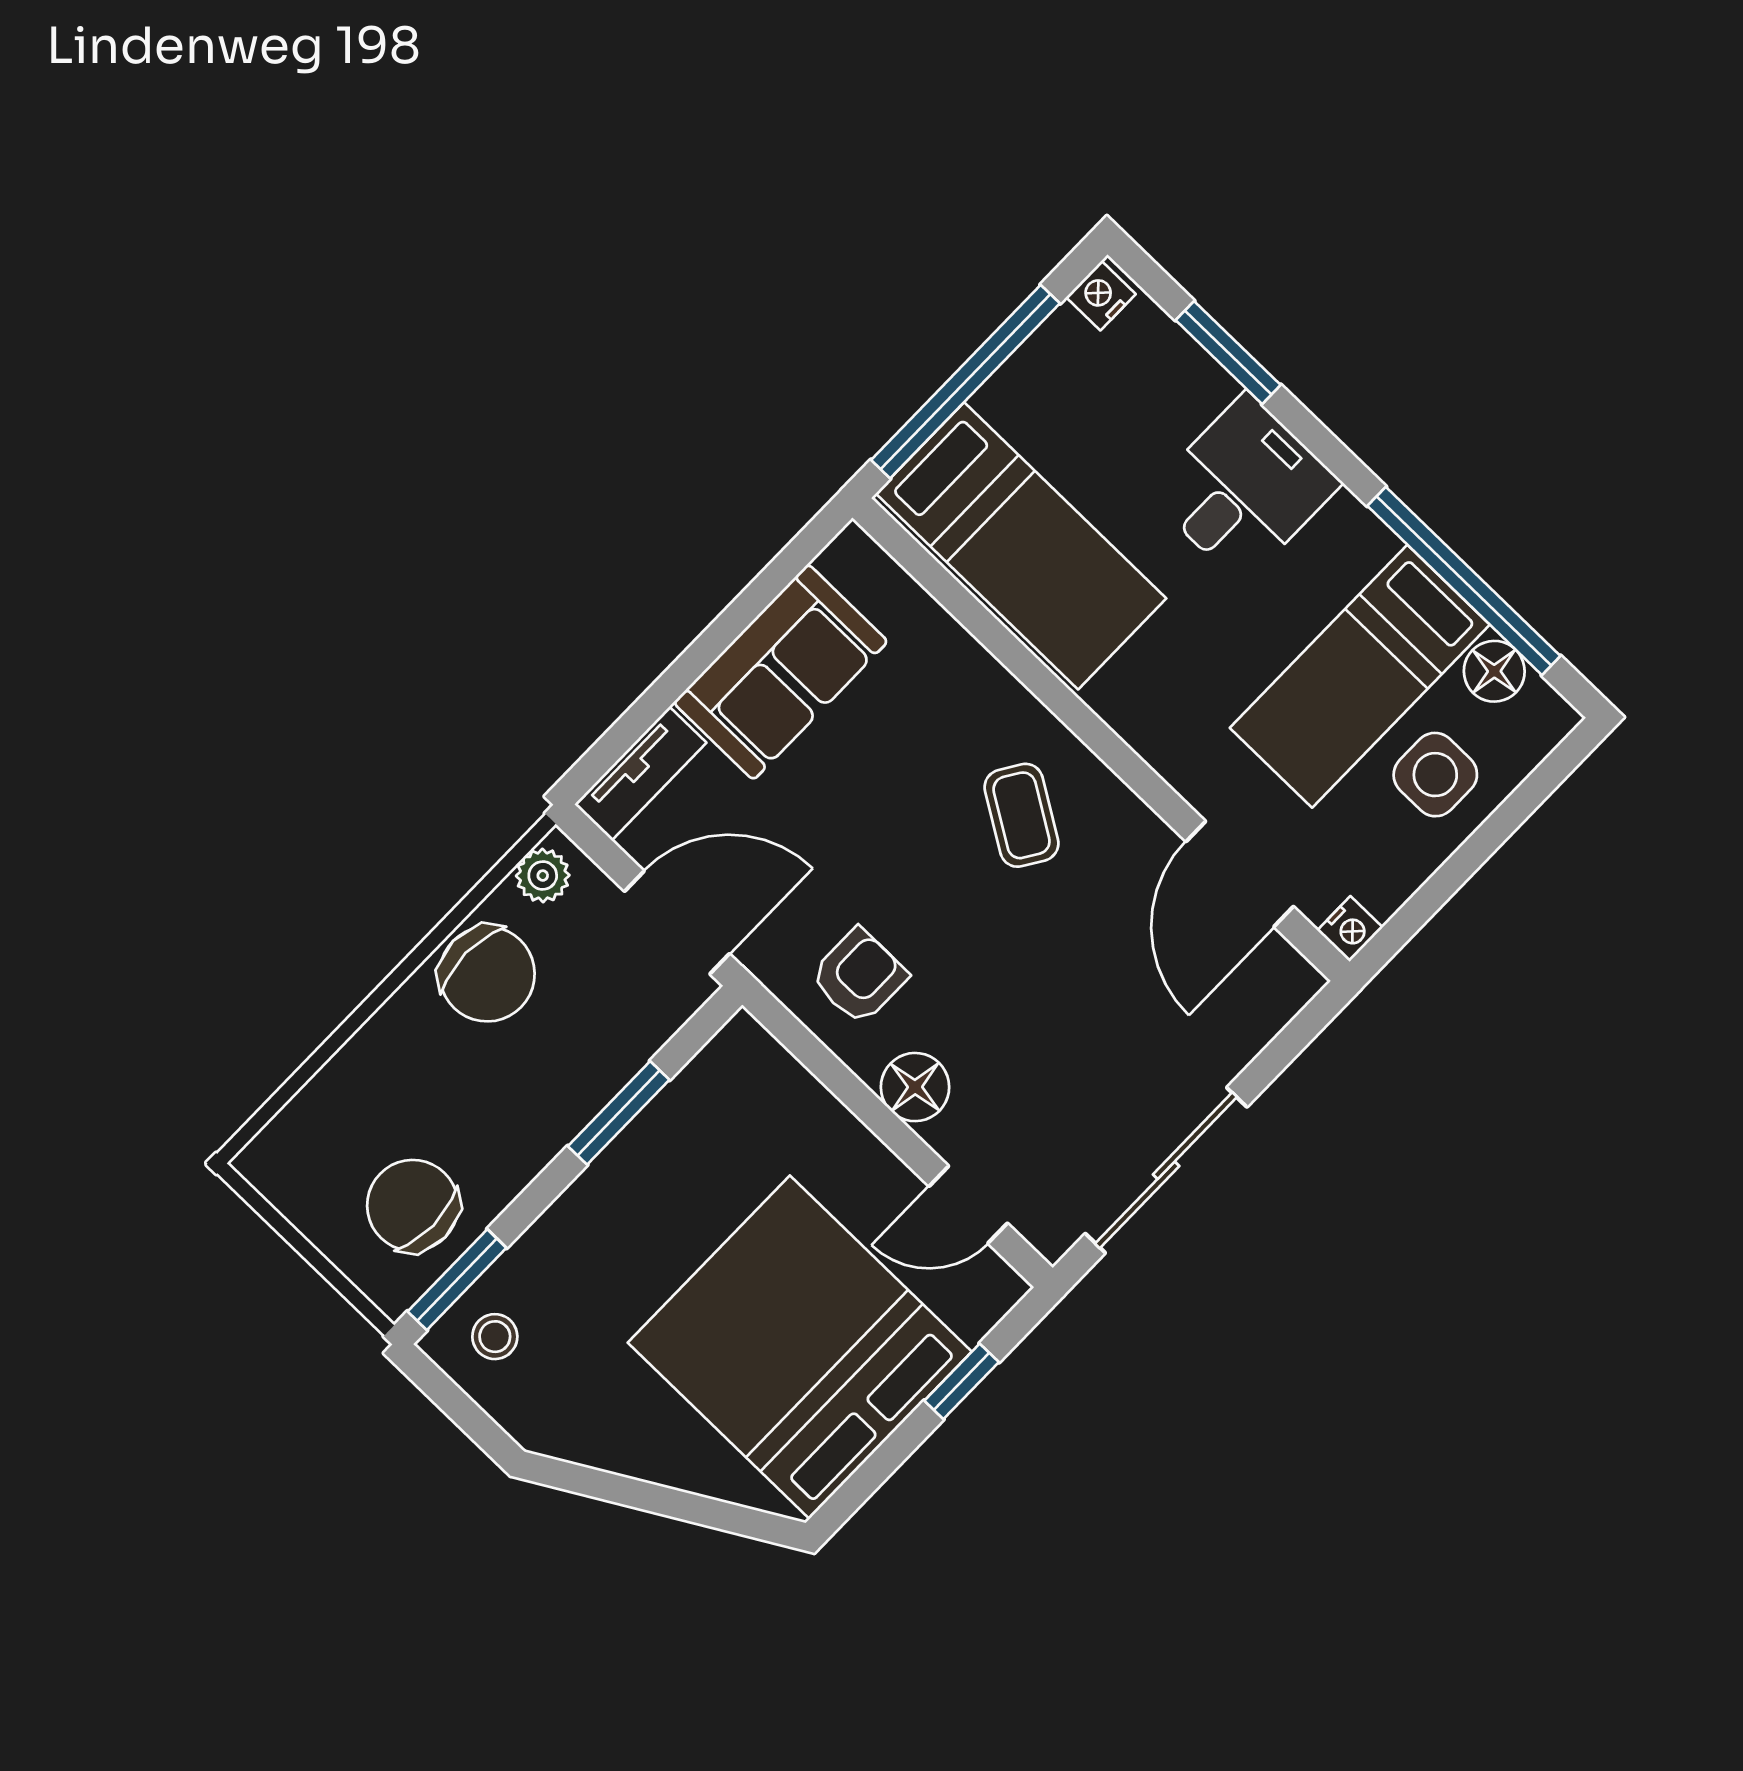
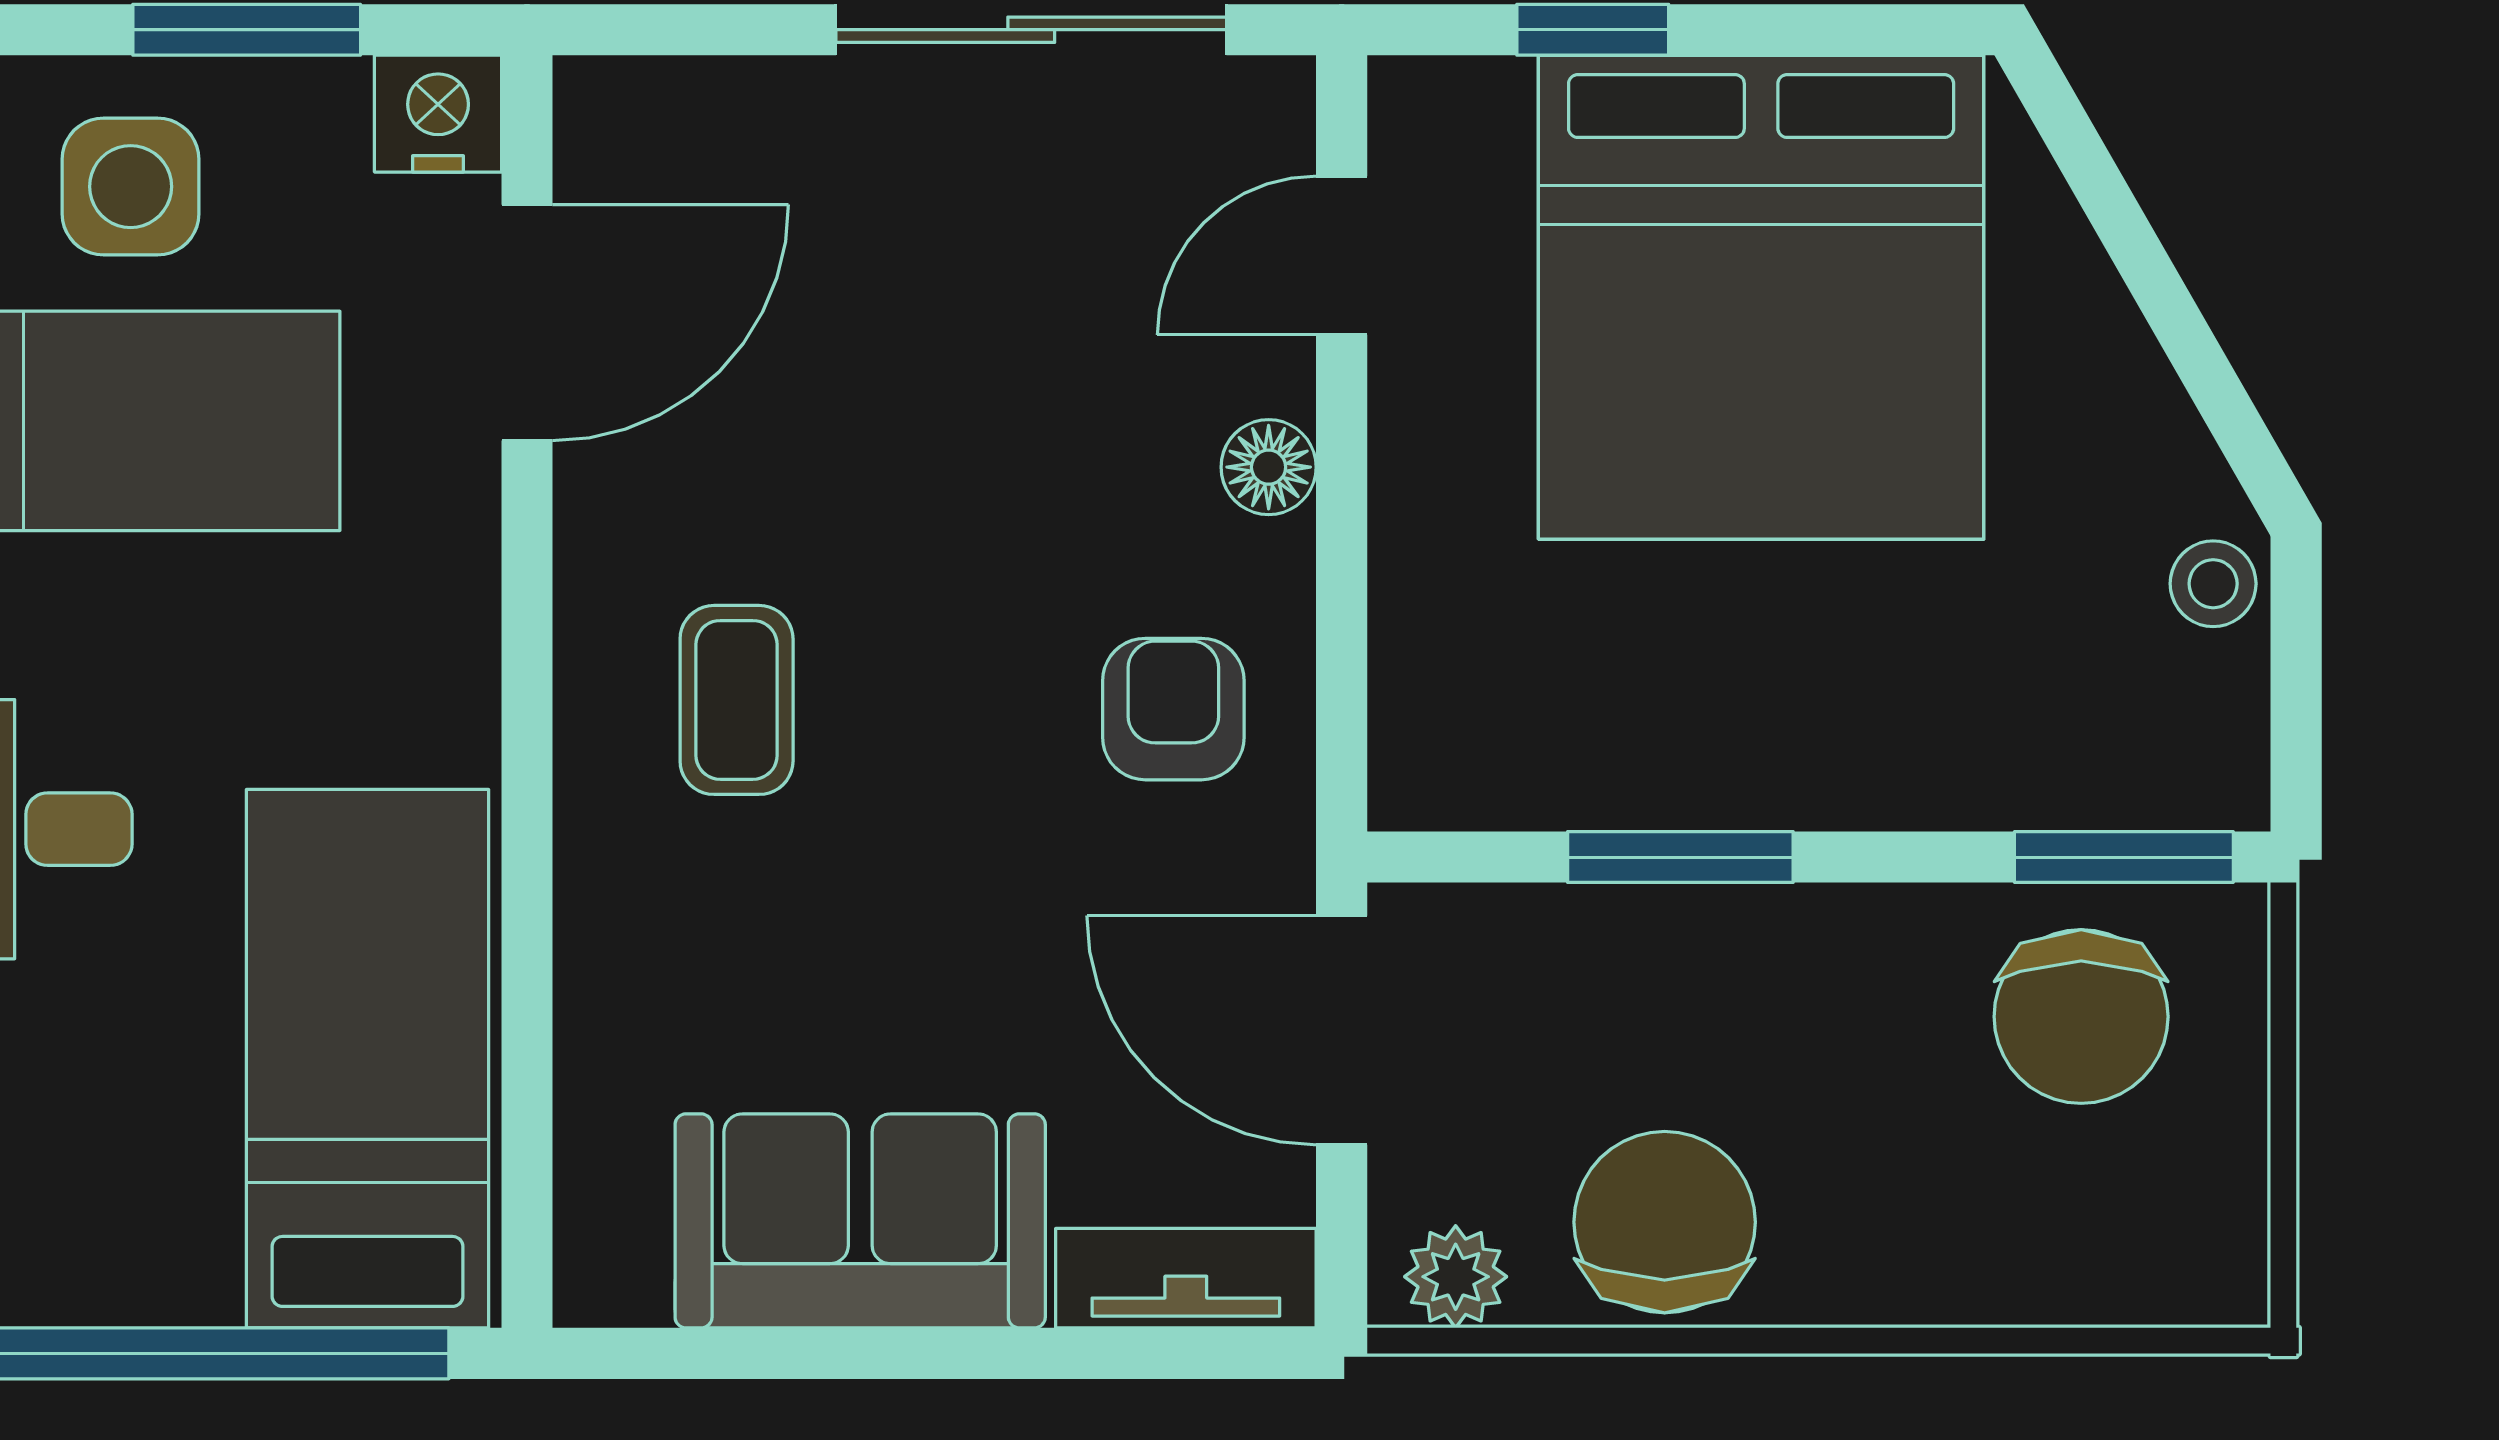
coffee table: (1022, 815) -> (737, 700), turned -32
window: (1452, 875) -> (247, 30), added
nightstand: (1350, 929) -> (438, 114), width x1.39, depth x1.35
armchair: (859, 976) -> (1173, 709), turned 90
floor lamp: (915, 1087) -> (1269, 467), width x0.73, depth x0.73
door: (968, 1205) -> (1342, 255), swing flipped
stool: (495, 1337) -> (2213, 584), moved

